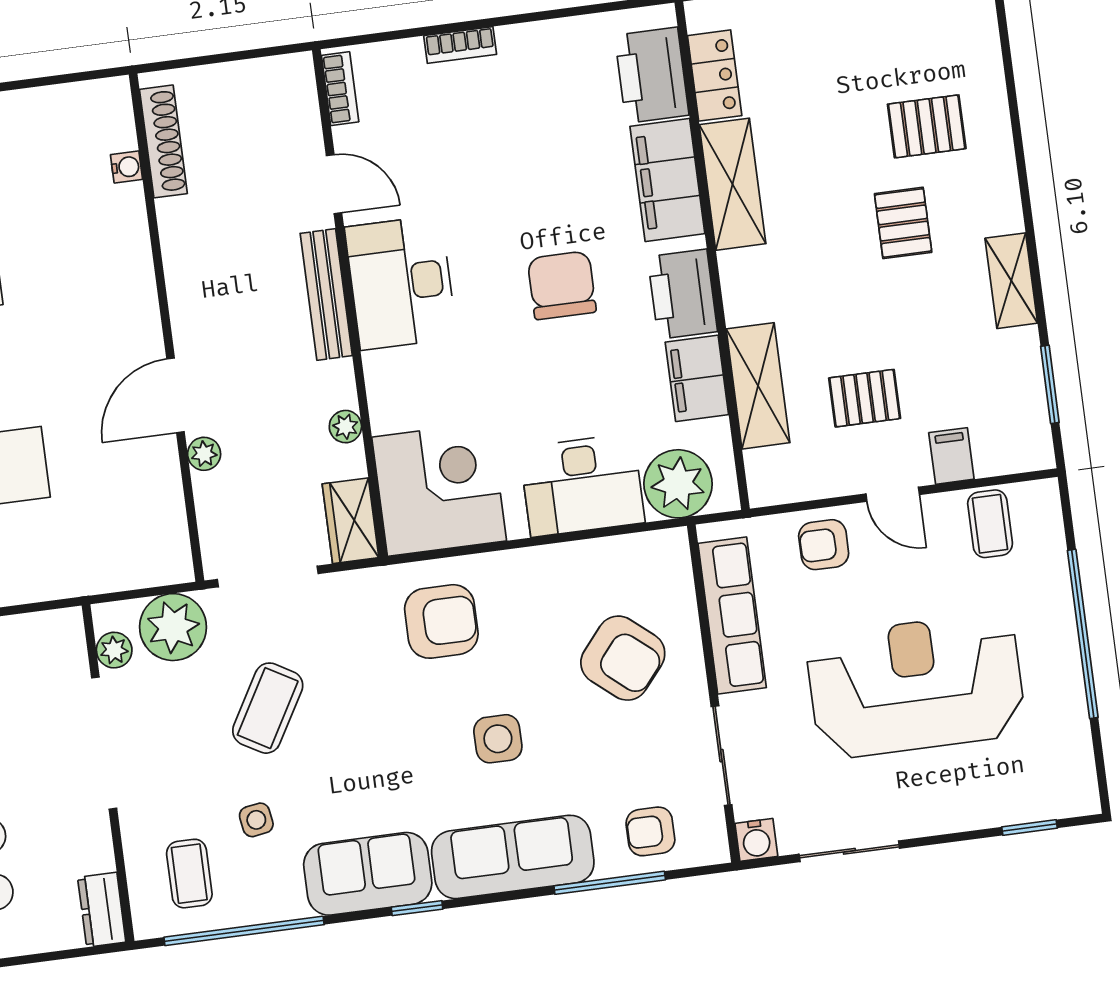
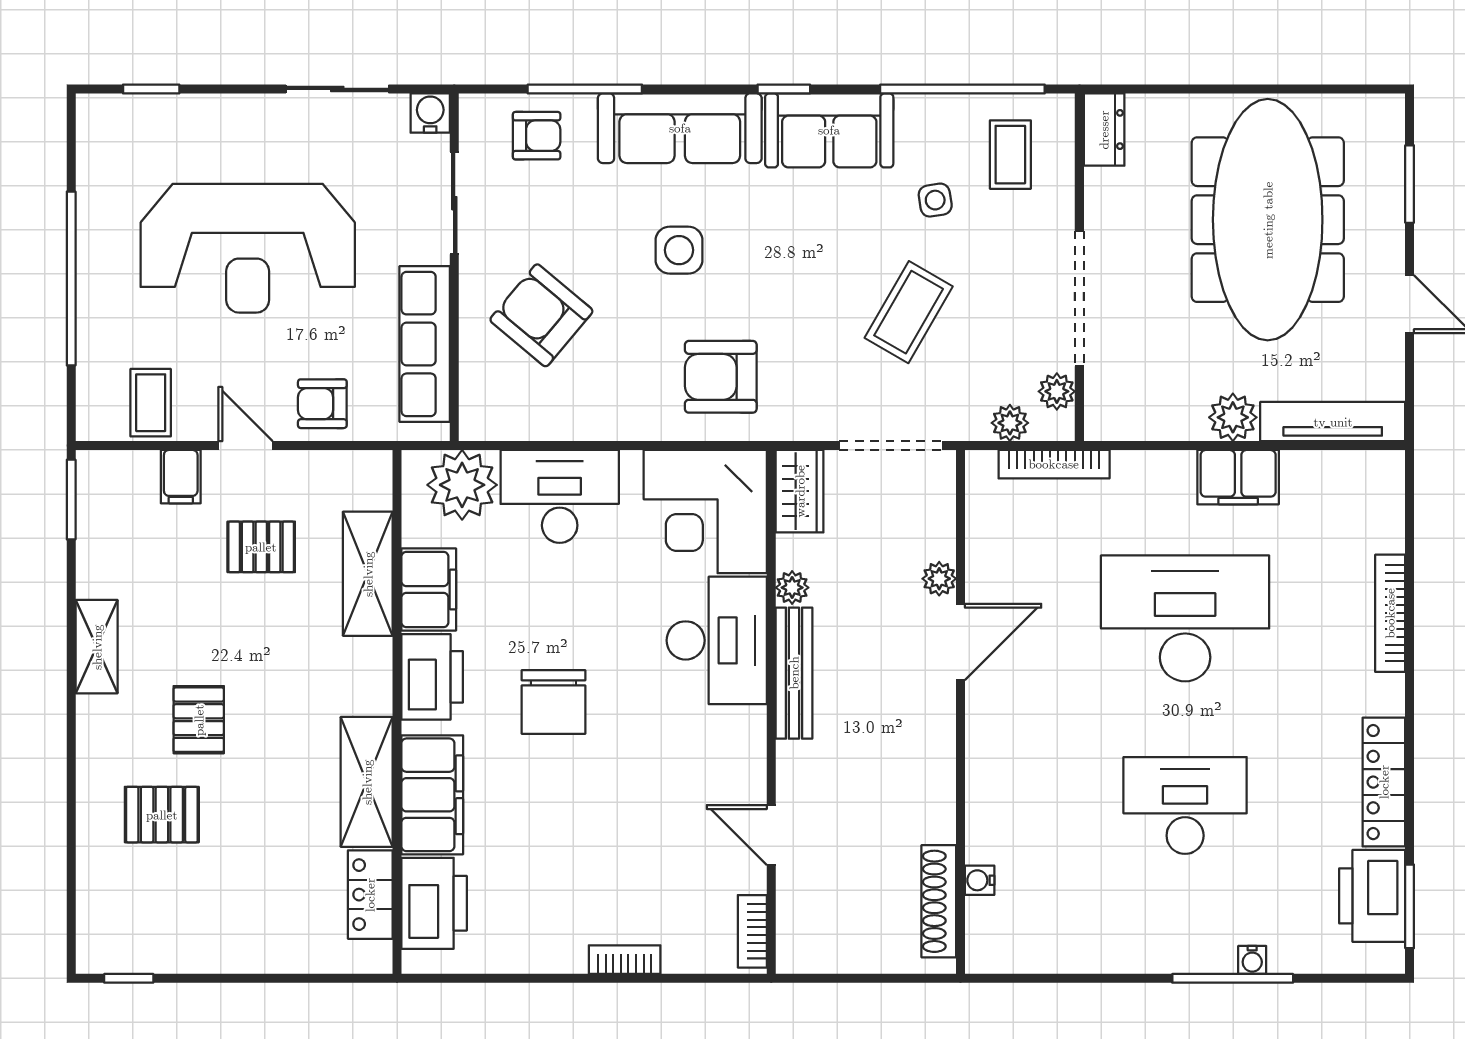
desk: (401, 283) -> (717, 640), moved
bench: (326, 294) -> (794, 673), moved
window: (1050, 384) -> (71, 500), moved
armchair: (824, 545) -> (322, 404), turned 180
bookcase: (107, 579) -> (1054, 464), added
plant: (173, 627) -> (1010, 423), width x0.53, depth x0.53

